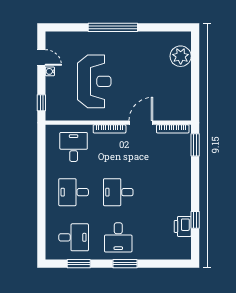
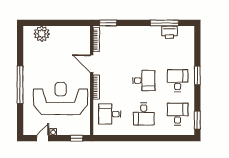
reception desk: (94, 81) -> (61, 99), width x1.36, depth x1.30
desk: (118, 192) -> (144, 81), turned -90
window: (195, 220) -> (164, 23), width x2.17
desk: (118, 237) -> (178, 81), turned -90
window: (79, 264) -> (197, 120), moved

